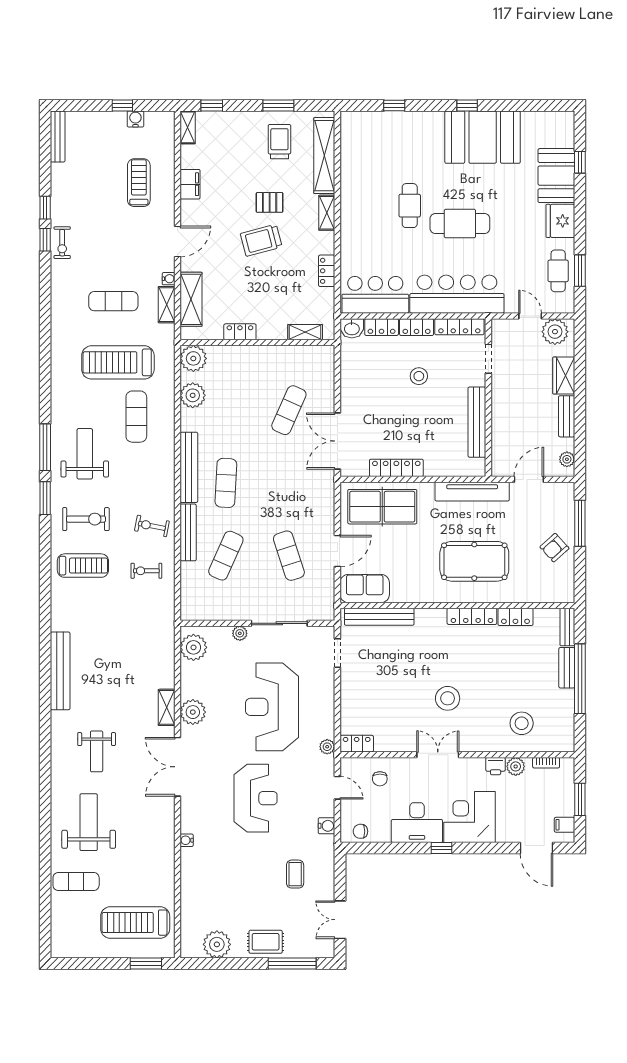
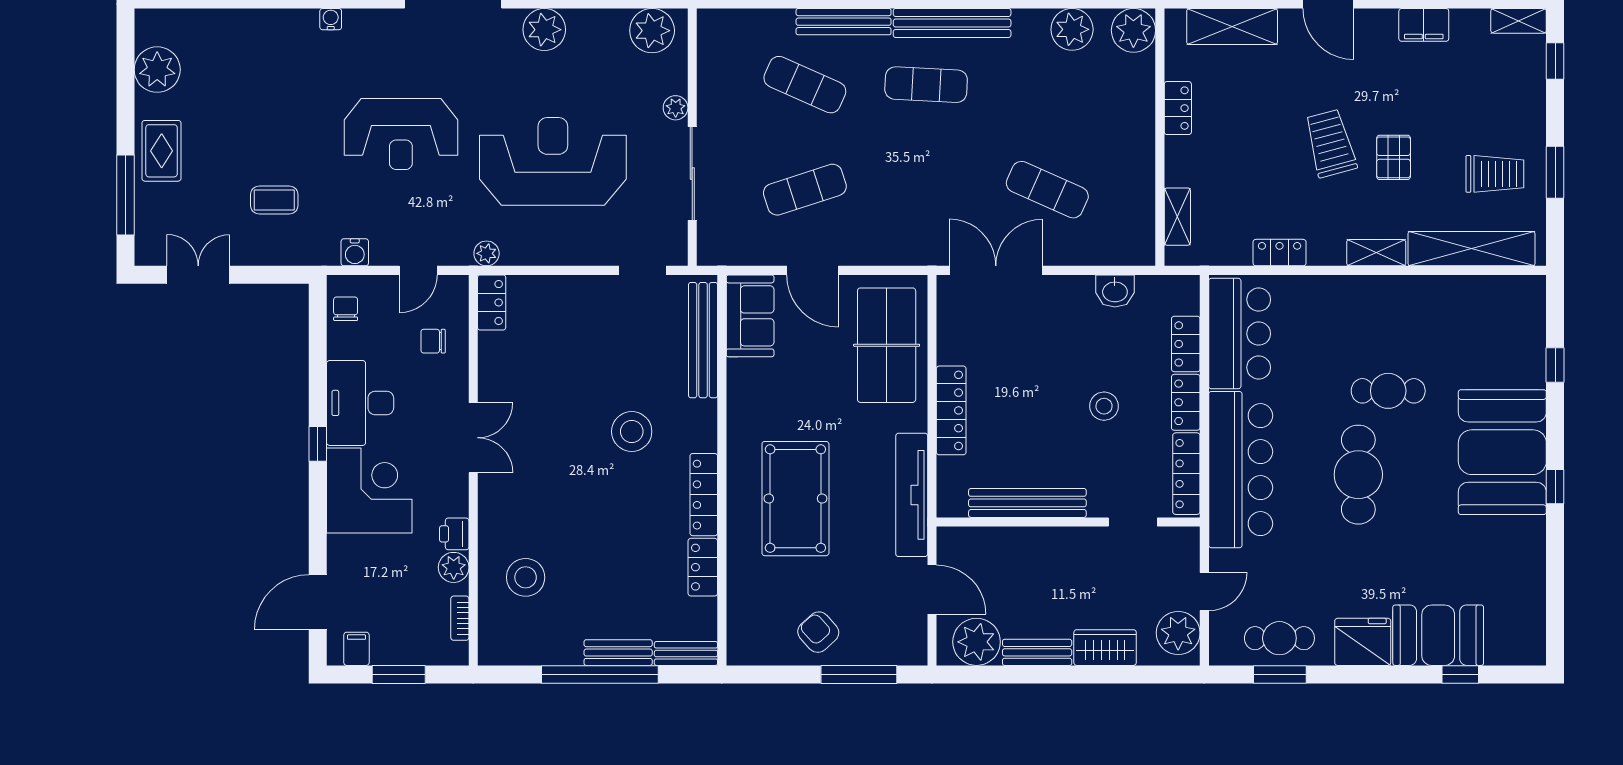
booth: (483, 137) -> (1502, 452), moved
washbasin: (352, 328) -> (1115, 291), moved, turned -90
plant: (567, 459) -> (977, 642), width x1.88, depth x1.88
locker: (396, 468) -> (951, 410), moved
stool: (448, 698) -> (632, 431), moved

